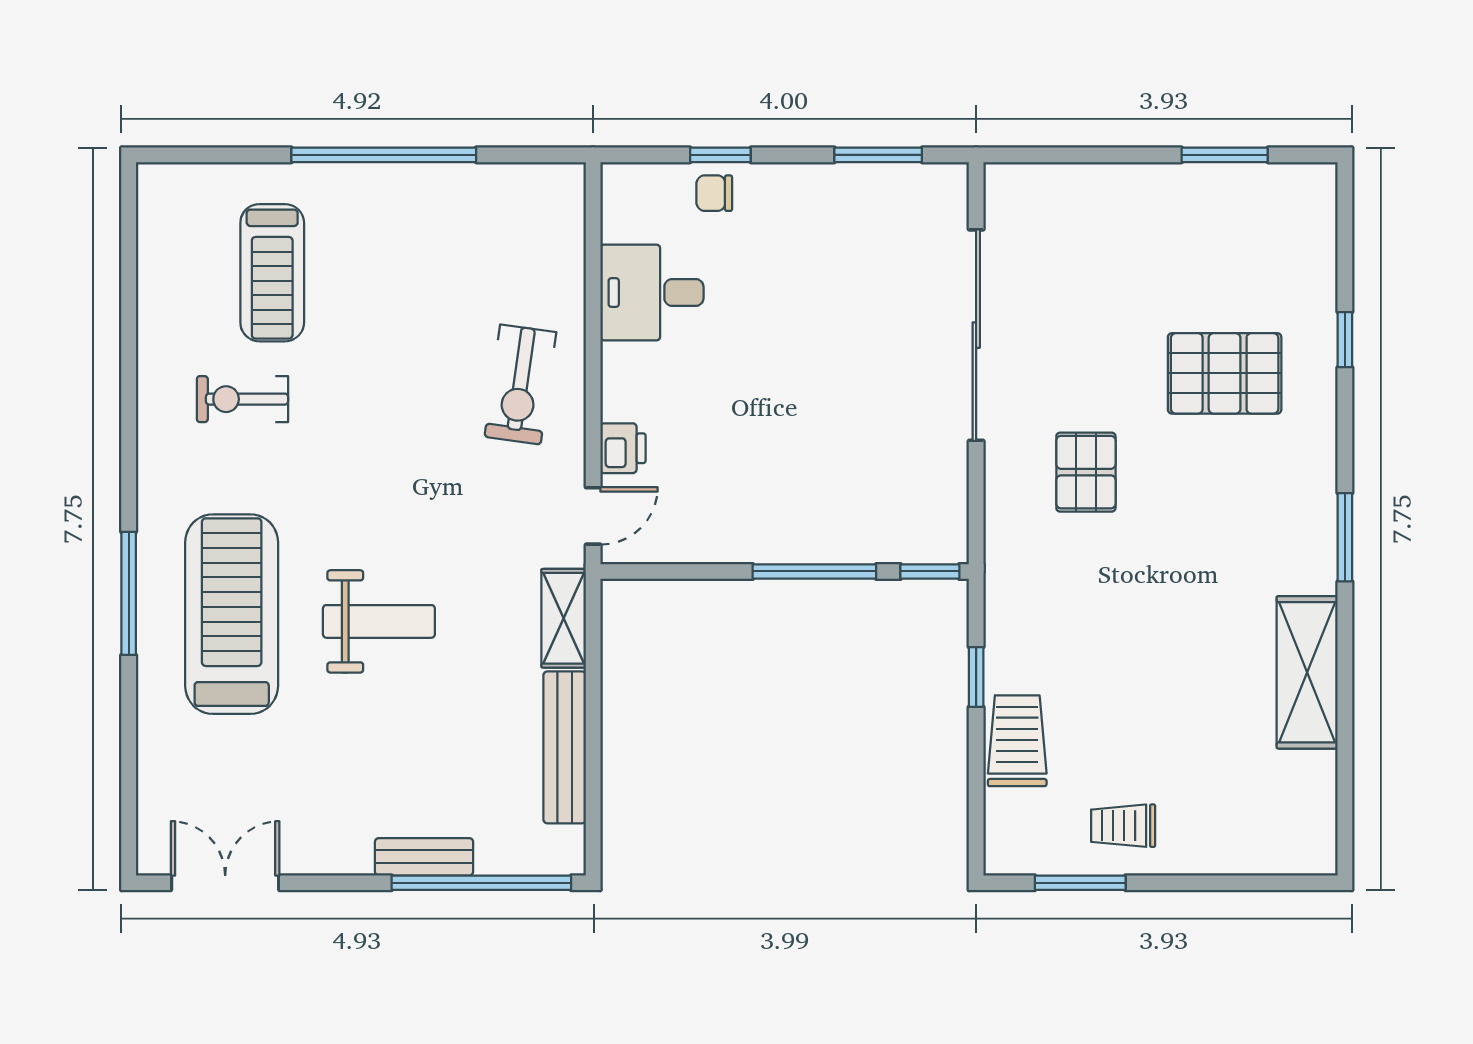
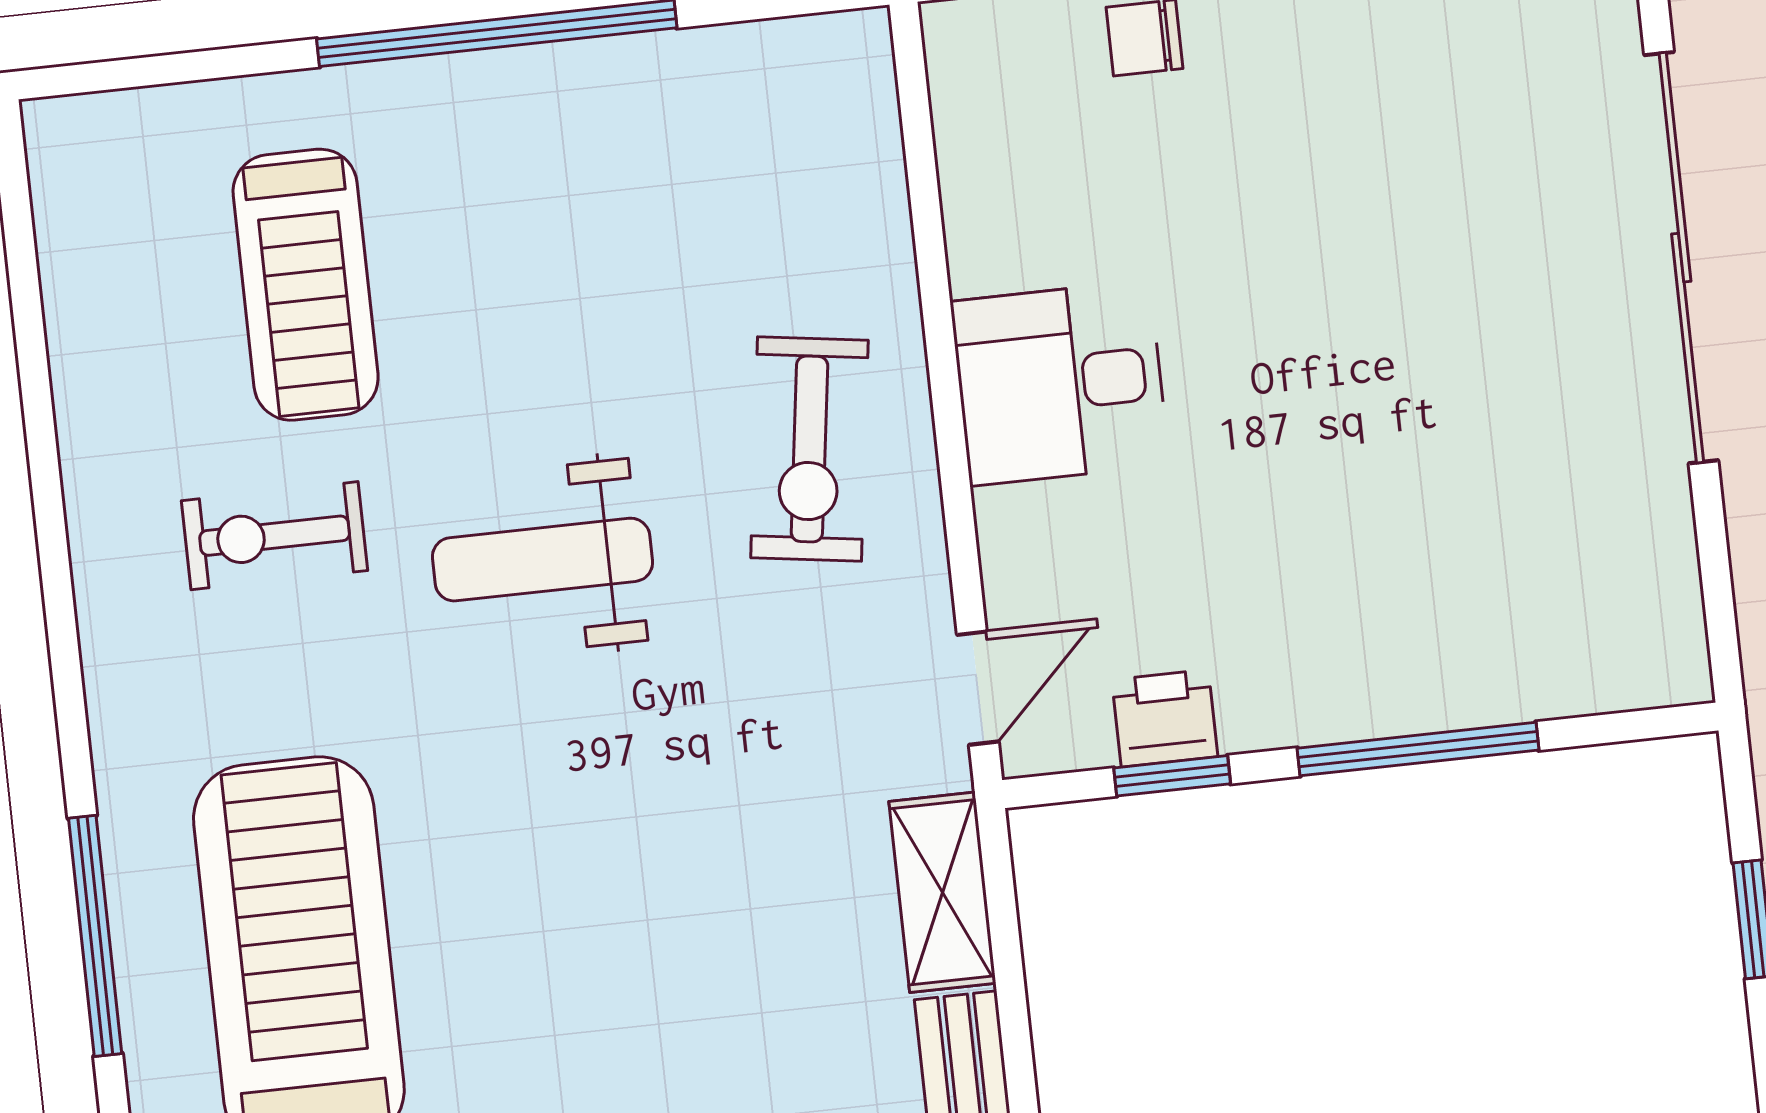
desk: (652, 293) -> (1060, 383), moved
printer: (623, 448) -> (1165, 718), moved, turned -90
window: (930, 571) -> (1172, 776), moved
weight bench: (379, 621) -> (542, 560), moved, turned 180

